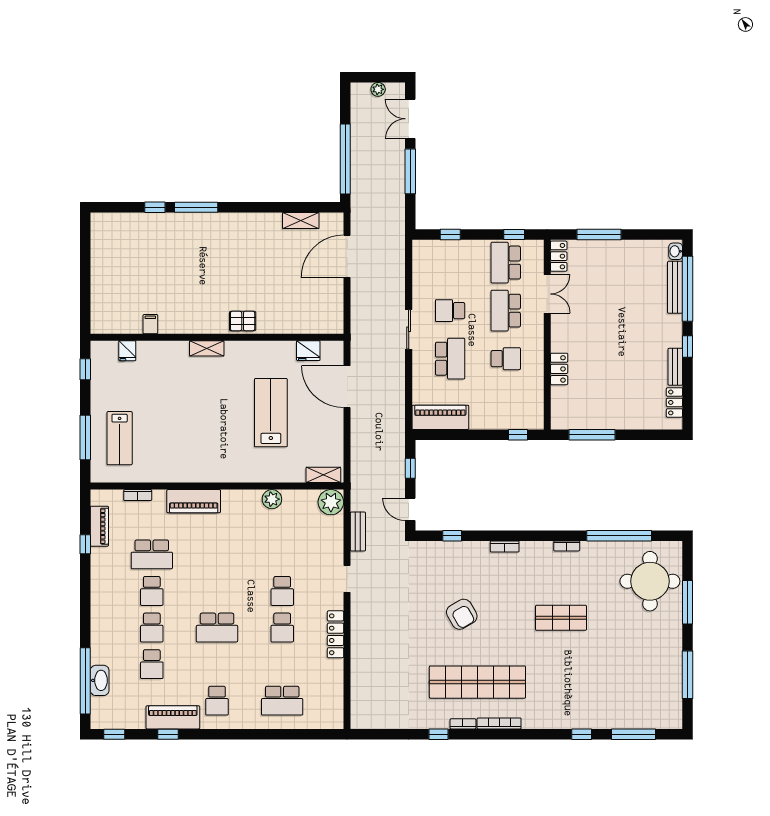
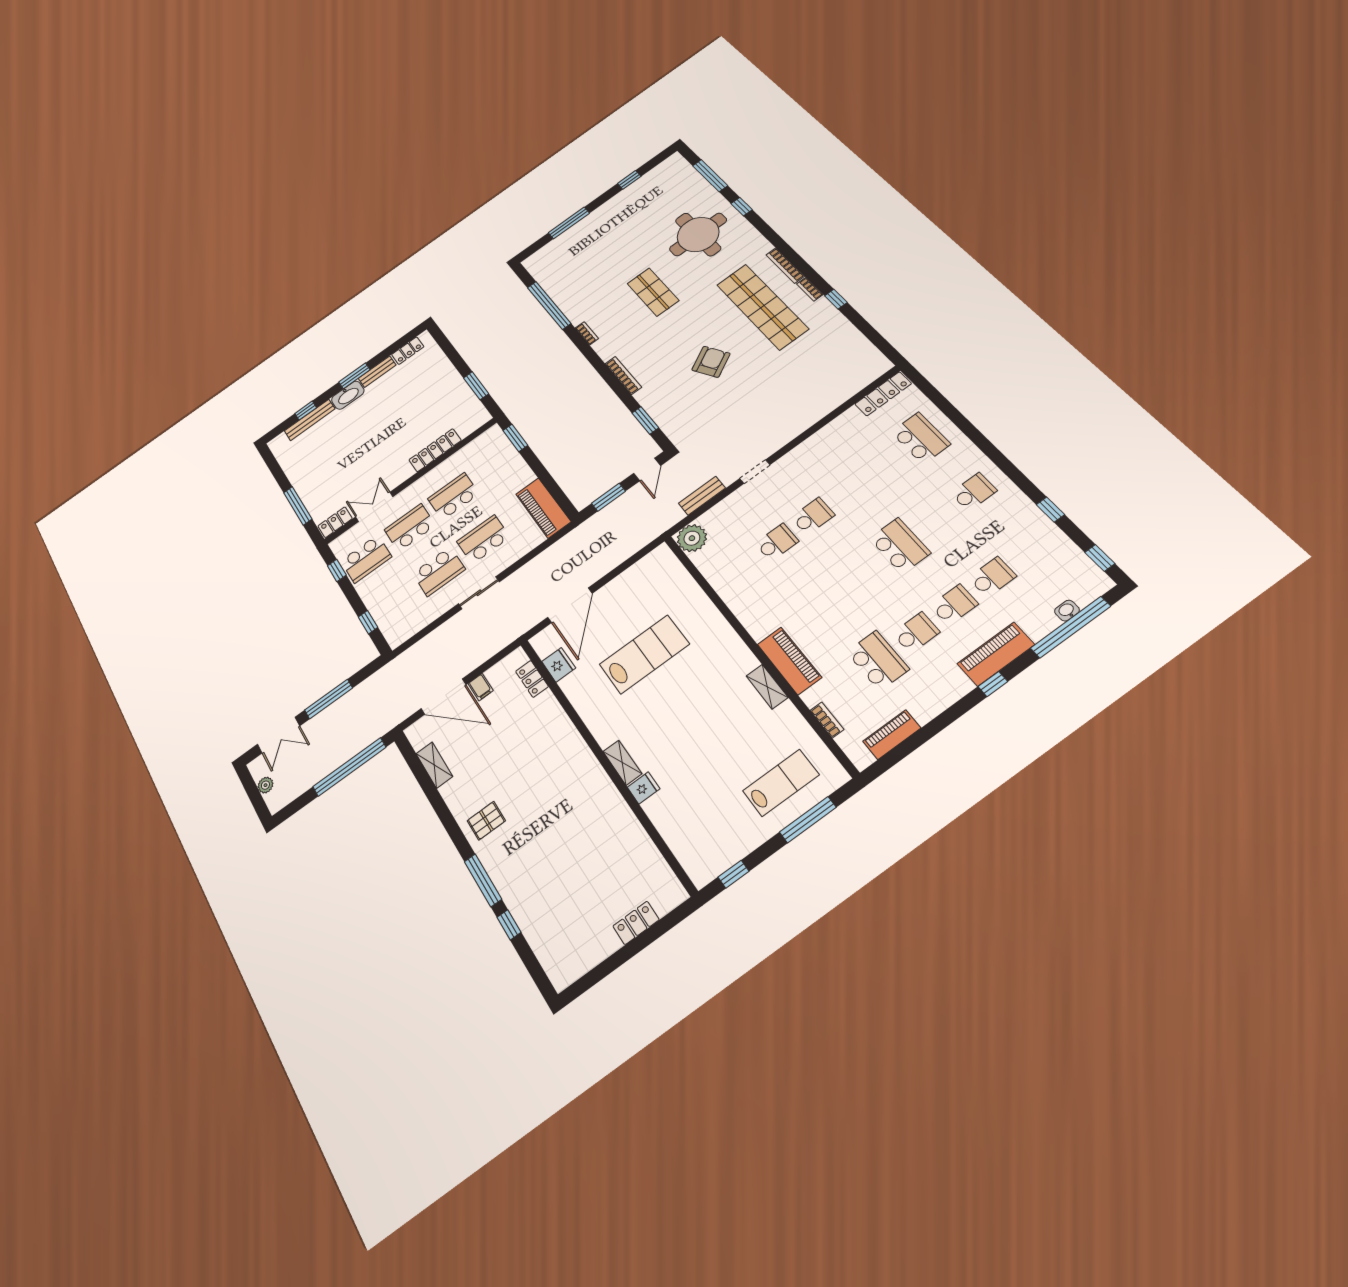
washbasin: (676, 251) -> (348, 395), moved, width x1.91, depth x1.45
locker: (99, 289) -> (636, 923), added
window: (687, 289) -> (306, 411), width x0.32
school desk: (450, 311) -> (439, 571), width x1.85
school desk: (506, 311) -> (410, 527), turned 180
pallet: (243, 321) -> (486, 821), moved, turned 90
filing cabinet: (150, 324) -> (481, 687), moved, turned -90
locker: (312, 326) -> (532, 679), added
window: (687, 346) -> (354, 376), width x1.50
fridge: (127, 351) -> (644, 788), moved
school desk: (506, 359) -> (453, 496), width x1.85
locker: (559, 369) -> (435, 450), width x1.53
lab bench: (271, 413) -> (644, 654), turned 180
window: (518, 435) -> (515, 438), width x1.50
window: (592, 435) -> (476, 386), width x0.69
window: (410, 468) -> (608, 497), width x1.50
shelving: (323, 475) -> (767, 687), moved
plant: (272, 499) -> (730, 591), removed
window: (452, 536) -> (645, 420), width x1.50
window: (85, 544) -> (993, 684), moved
bookcase: (505, 547) -> (623, 375), width x1.56
round table: (650, 581) -> (698, 234), moved
school desk: (282, 628) -> (777, 542), moved
locker: (335, 634) -> (883, 394), moved
window: (687, 675) -> (629, 180), width x0.46
washbasin: (100, 680) -> (1067, 611), width x0.52, depth x0.69
piano: (173, 717) -> (996, 654), moved, turned 90

